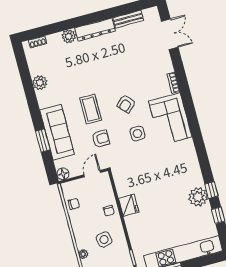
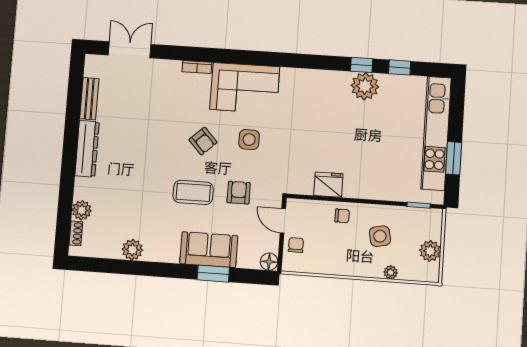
plant: (69, 36) -> (82, 210), moved
sofa: (57, 132) -> (209, 250), width x0.73
chair: (74, 204) -> (296, 245), moved
fridge: (129, 205) -> (328, 185), moved

